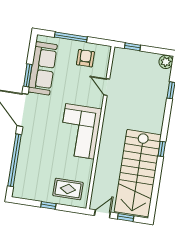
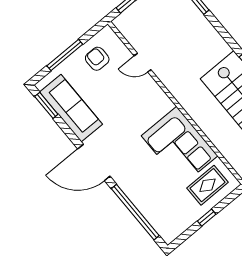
window: (28, 75) -> (46, 105), moved
corner sofa: (80, 131) -> (180, 146), moved

